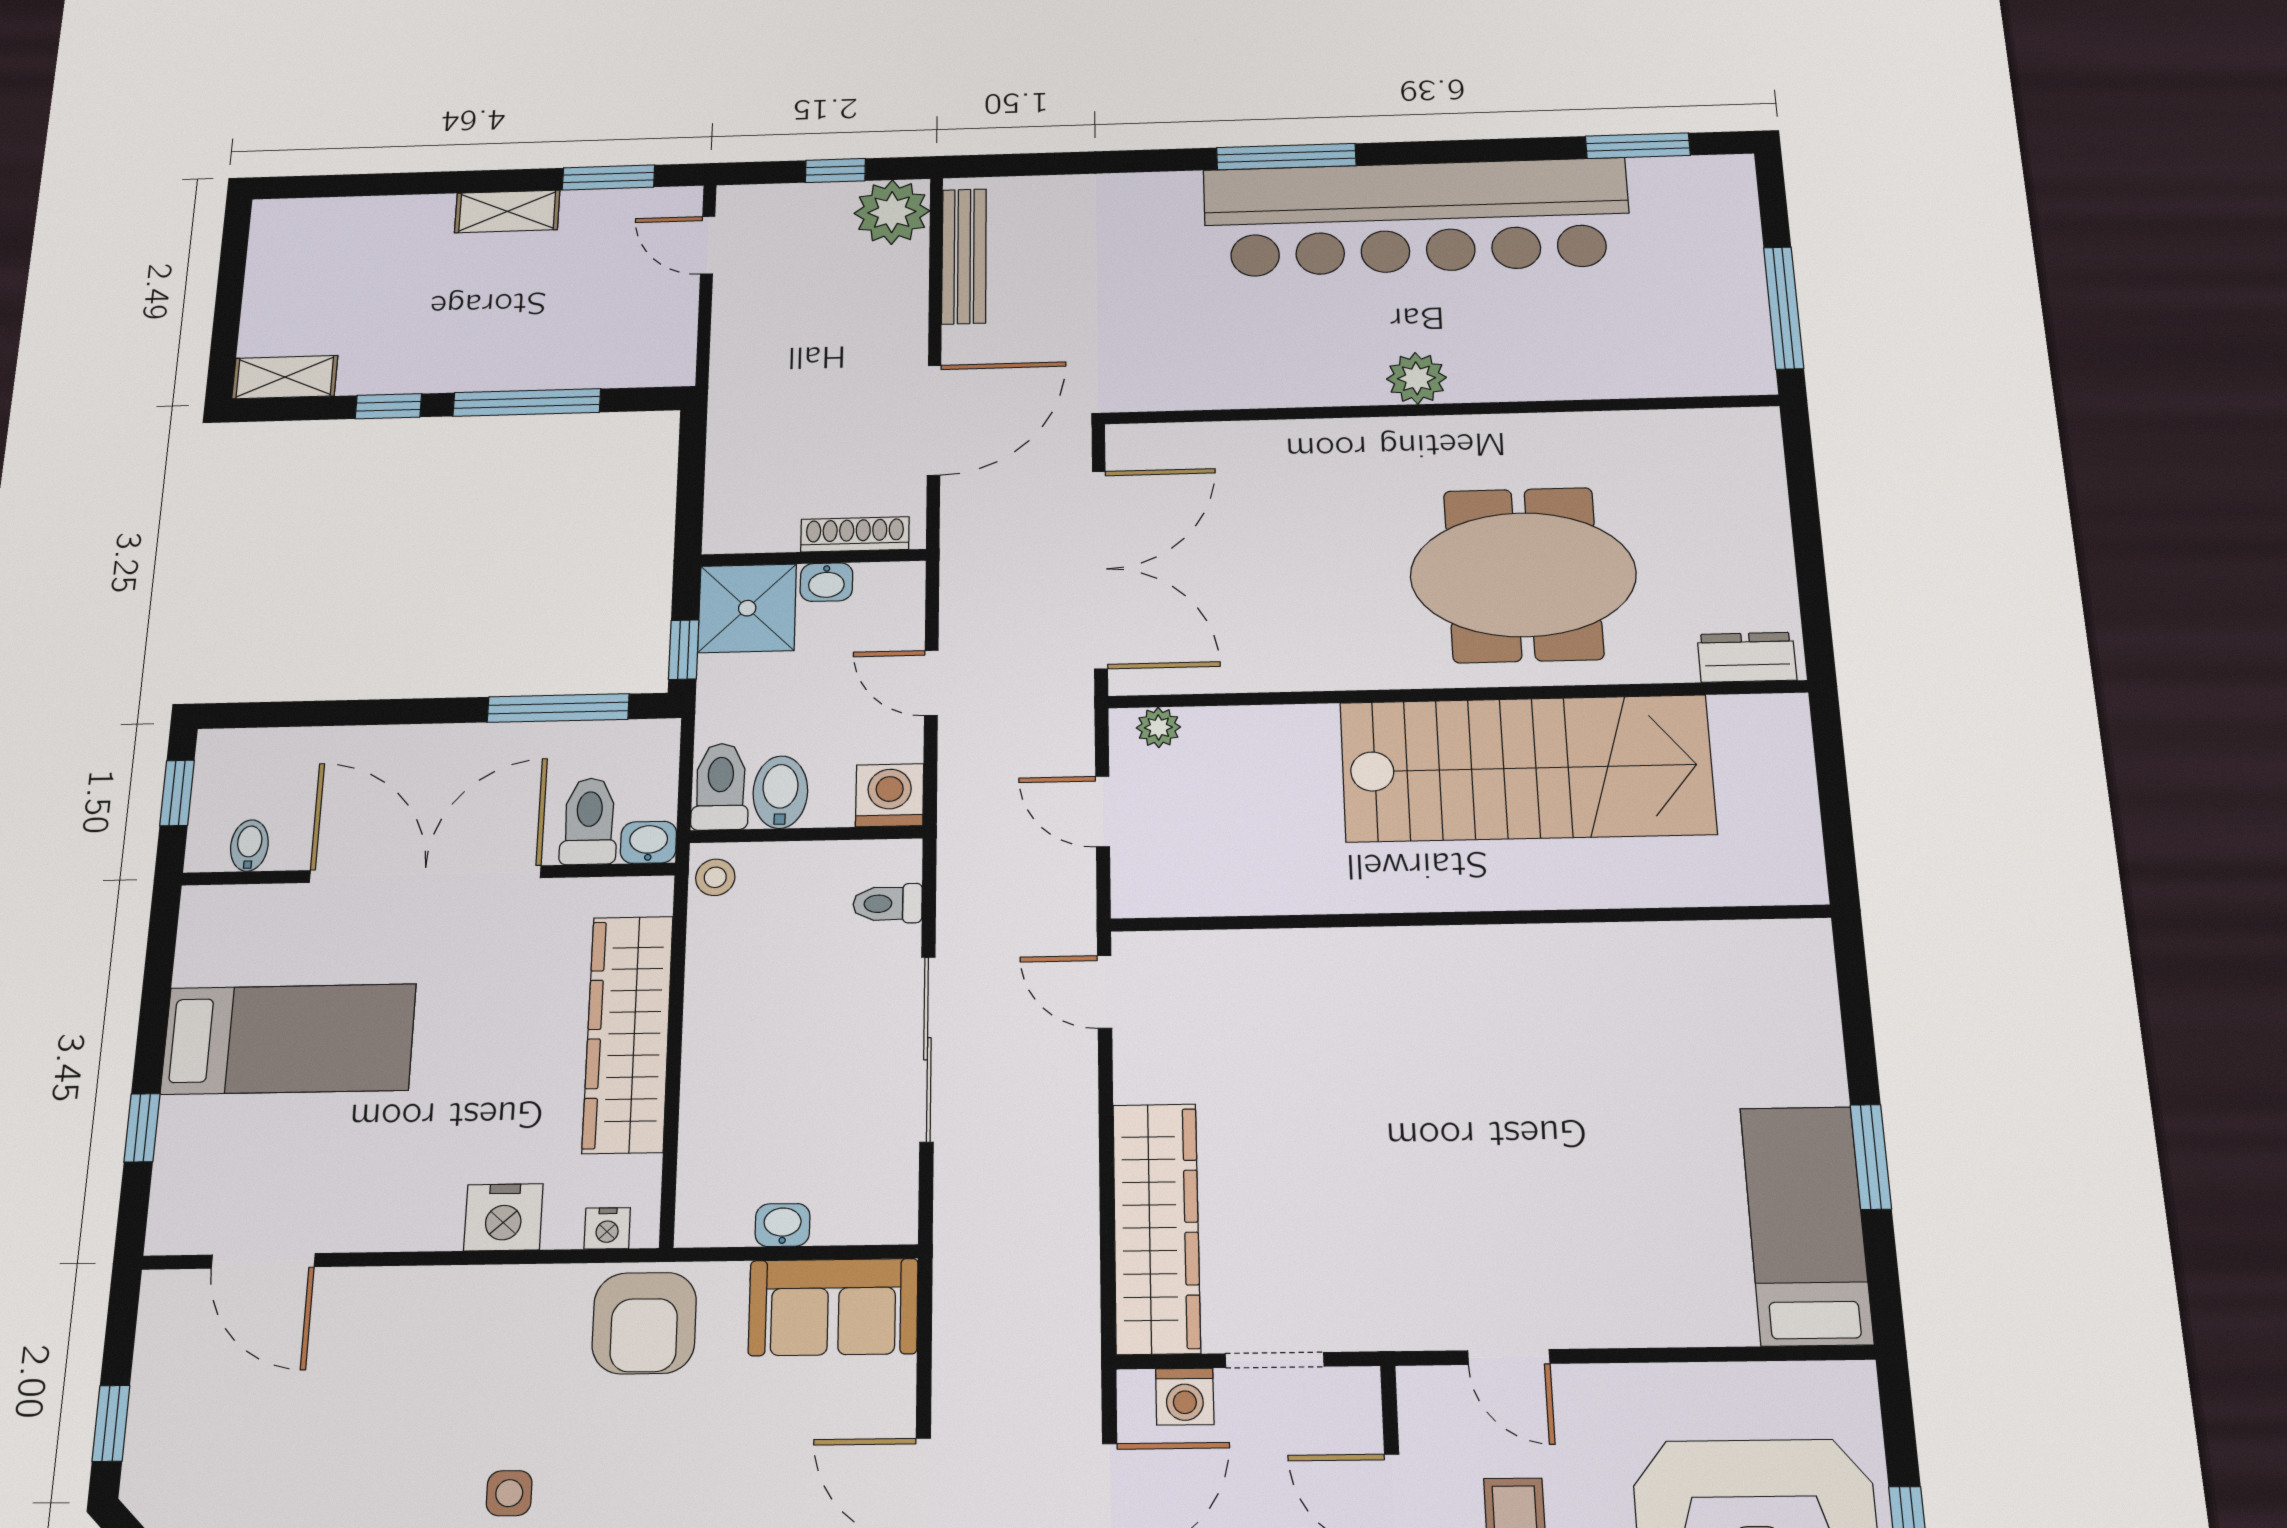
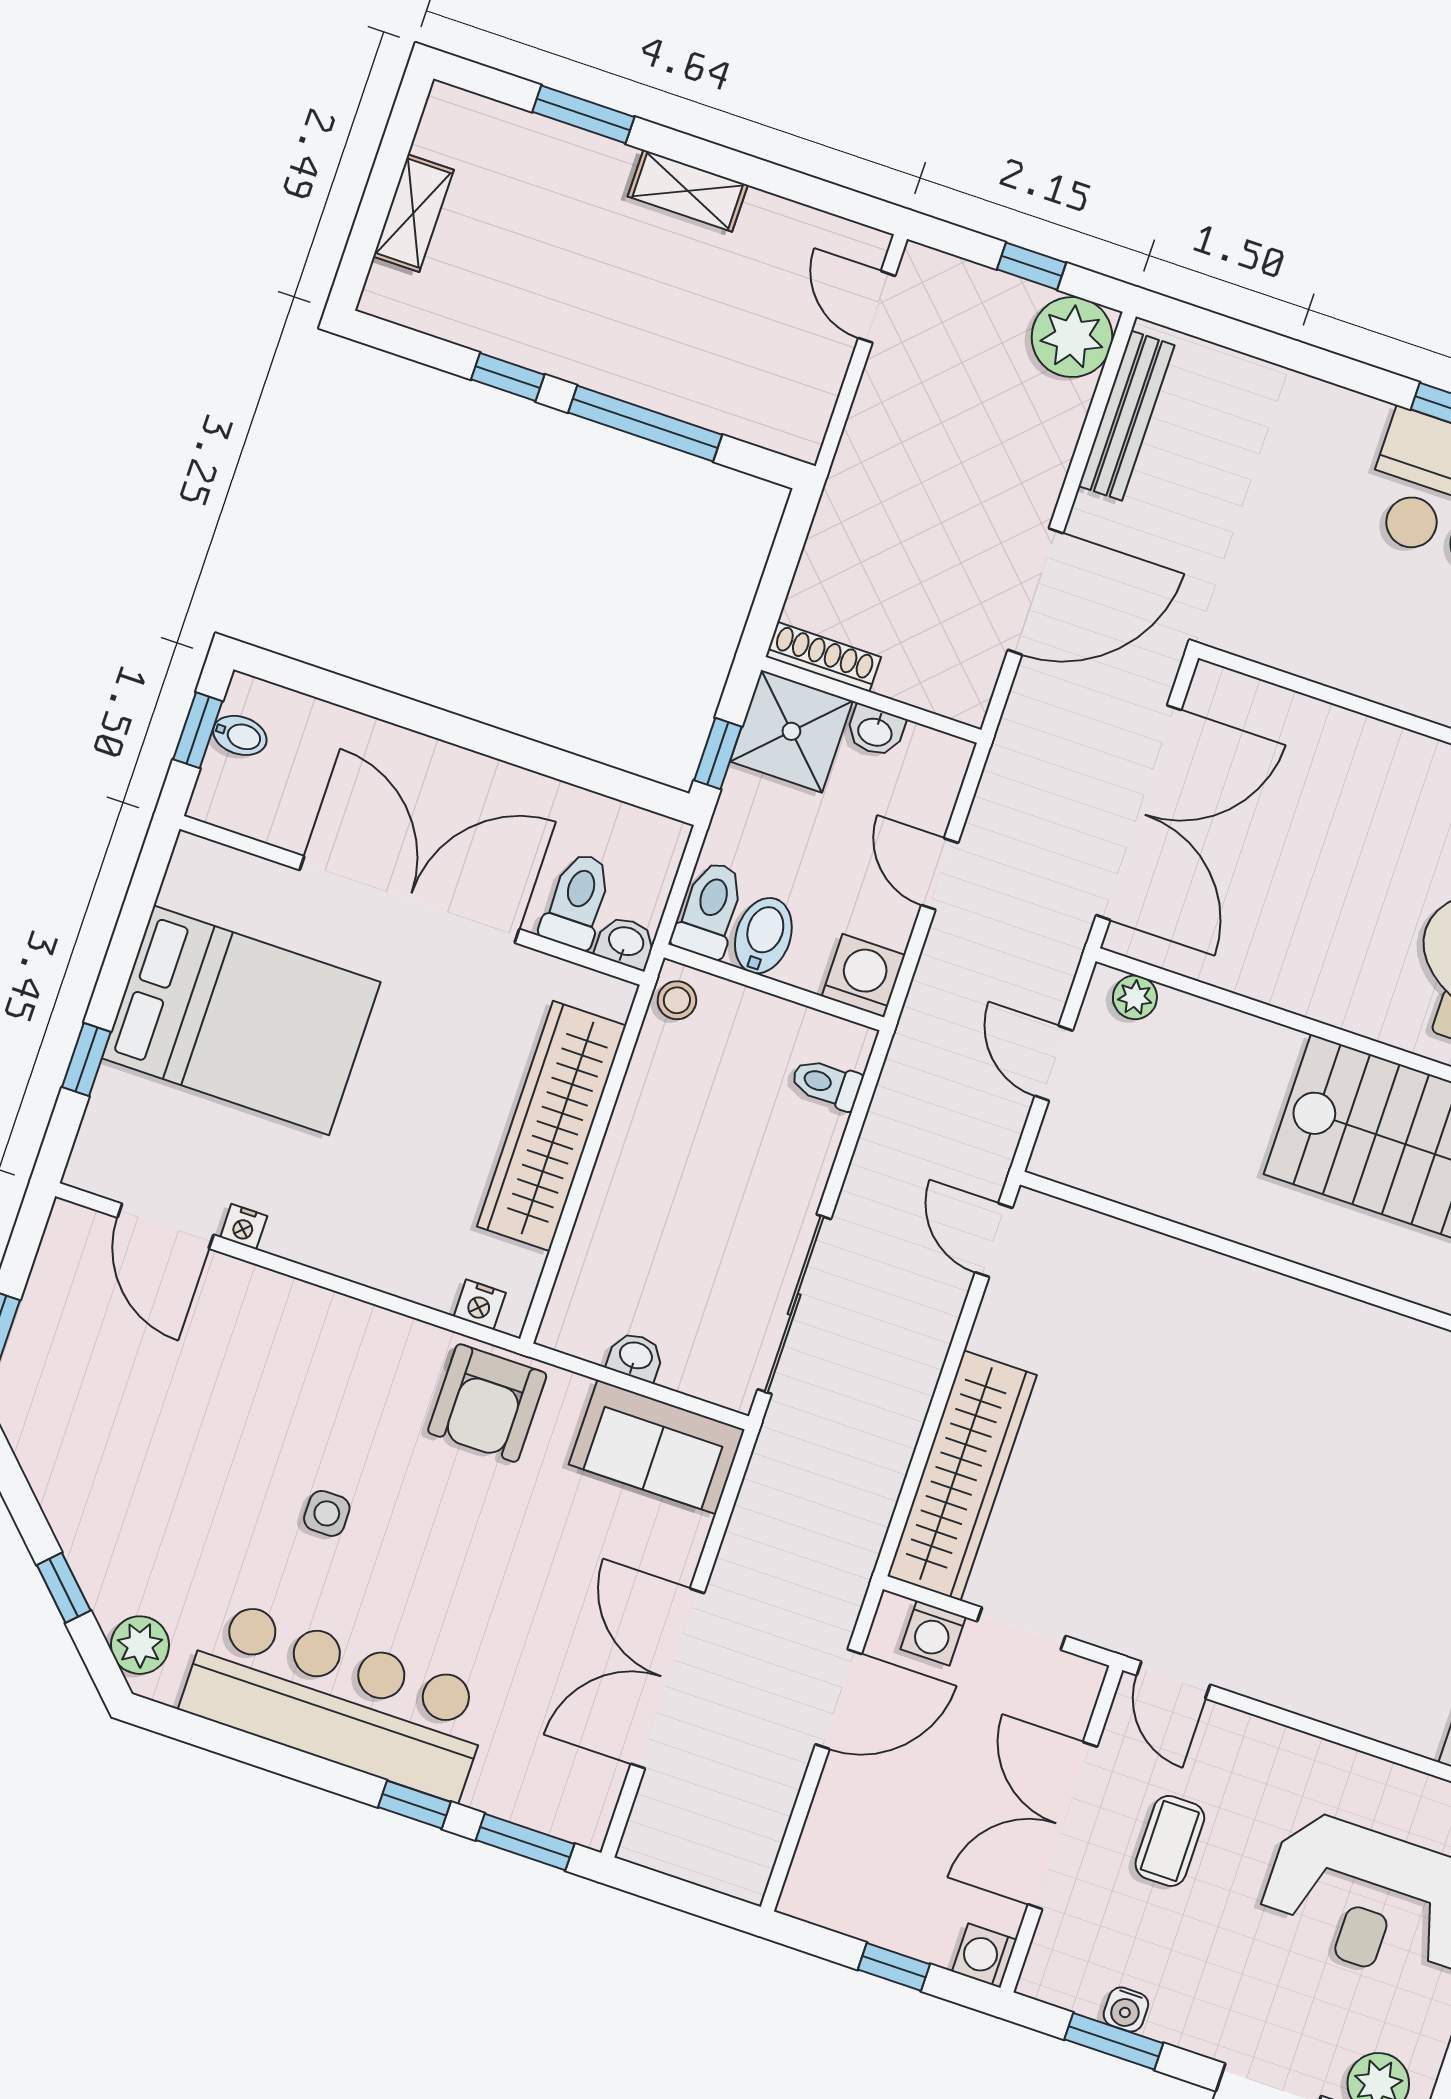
window: (609, 177) -> (583, 114), moved
shelving: (285, 377) -> (413, 213), moved, turned 90
shoe rack: (855, 534) -> (823, 657), moved
window: (558, 708) -> (581, 772), removed
bidet: (249, 846) -> (240, 735), moved, turned 90
bed: (289, 1039) -> (241, 1020), width x1.50
sliding door: (927, 1049) -> (794, 1304), moved
nightstand: (503, 1217) -> (244, 1227), moved, width x0.53, depth x0.56
door: (1509, 1357) -> (1173, 1680), moved

